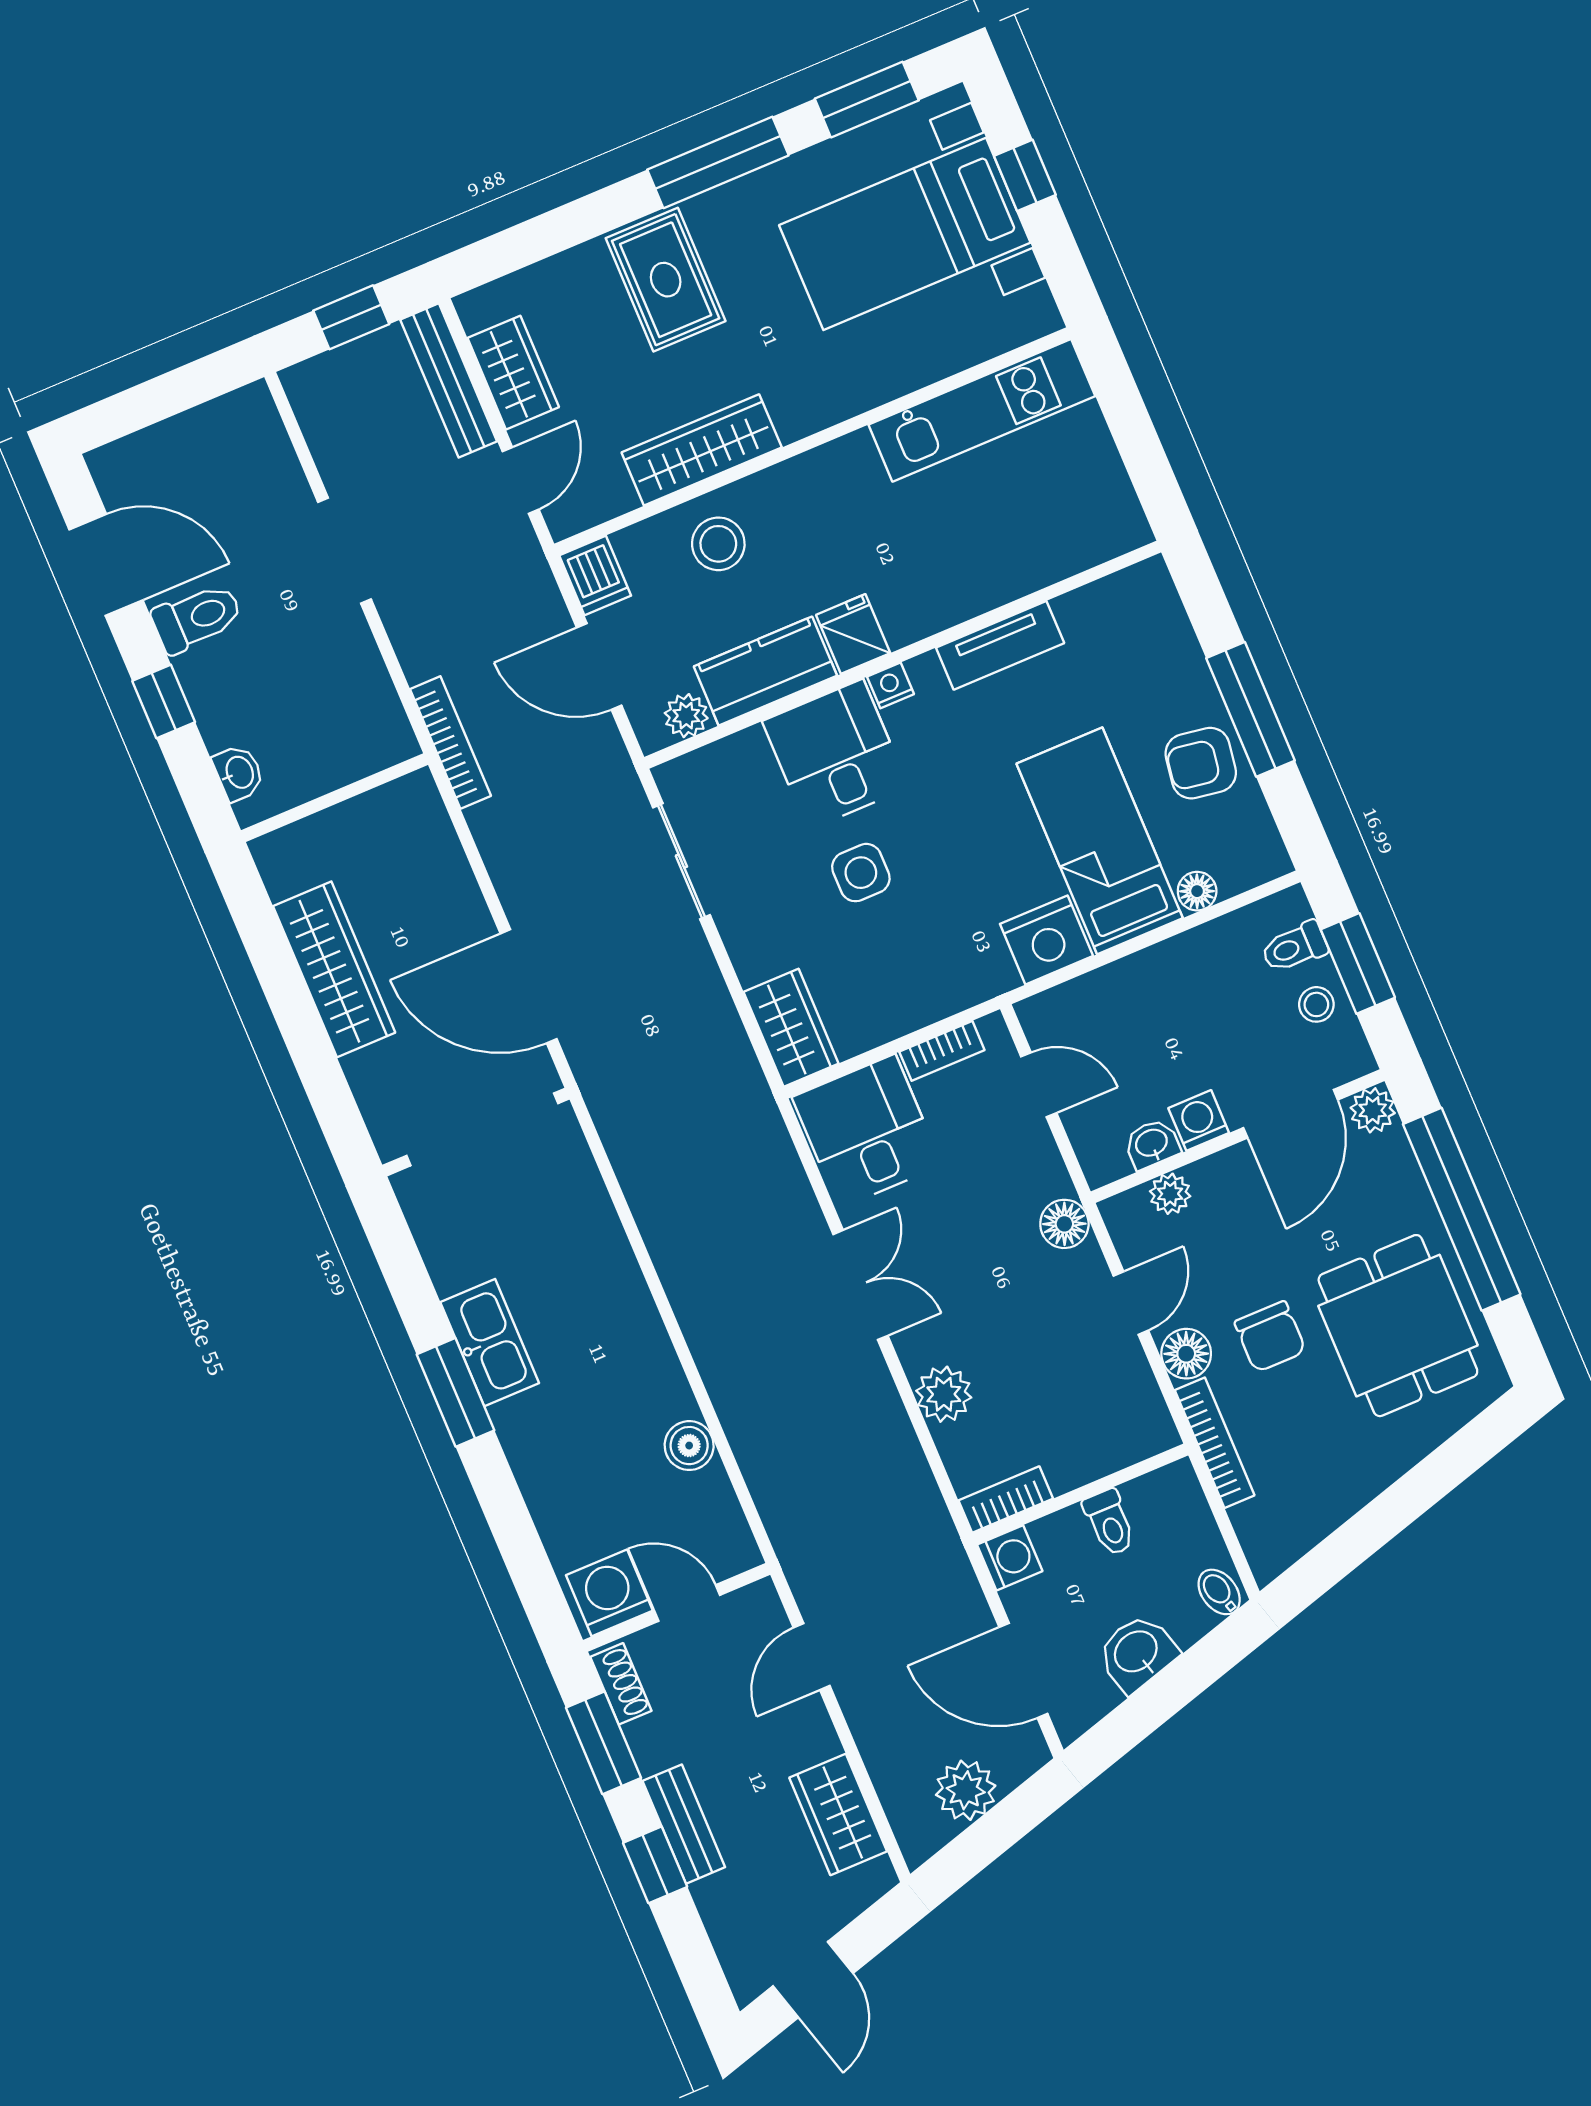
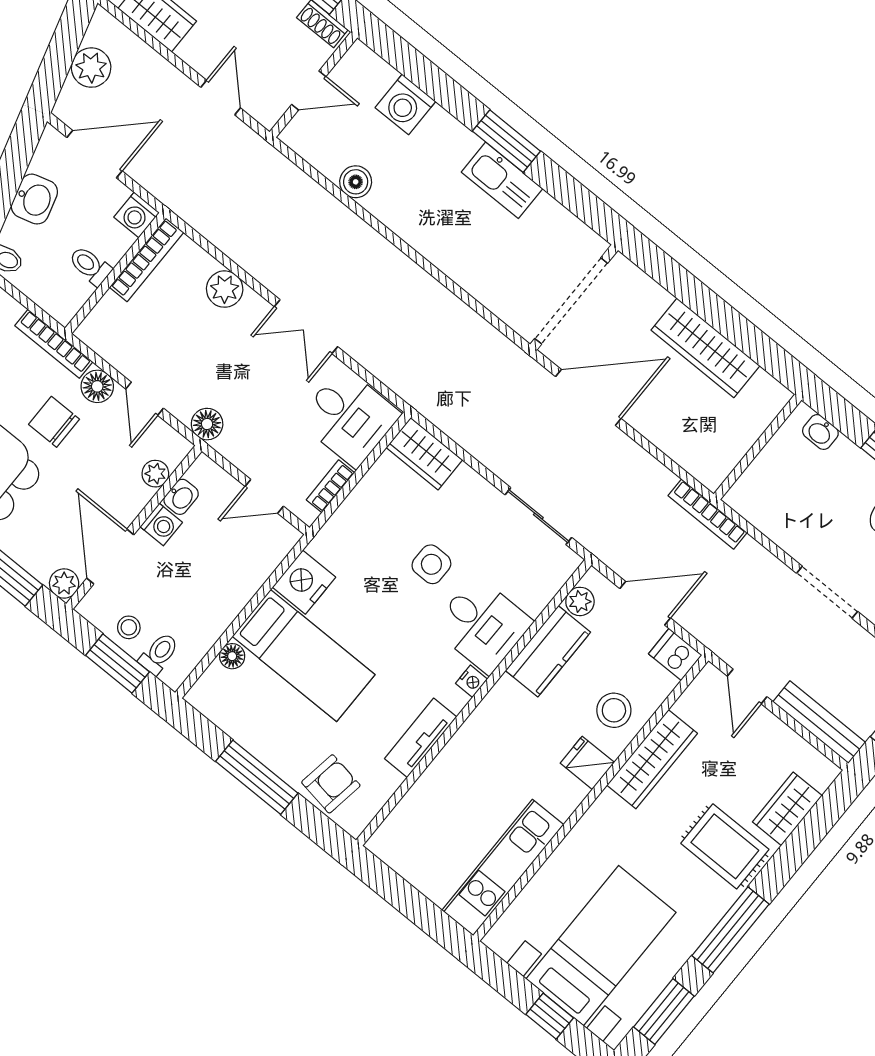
wardrobe: (513, 373) -> (787, 809), moved, turned 90
fridge: (853, 634) -> (587, 763), moved, turned 180
armchair: (1201, 763) -> (331, 784), moved
bookcase: (1006, 1500) -> (147, 260), width x1.56
washing machine: (609, 1593) -> (405, 104), moved, turned 90

